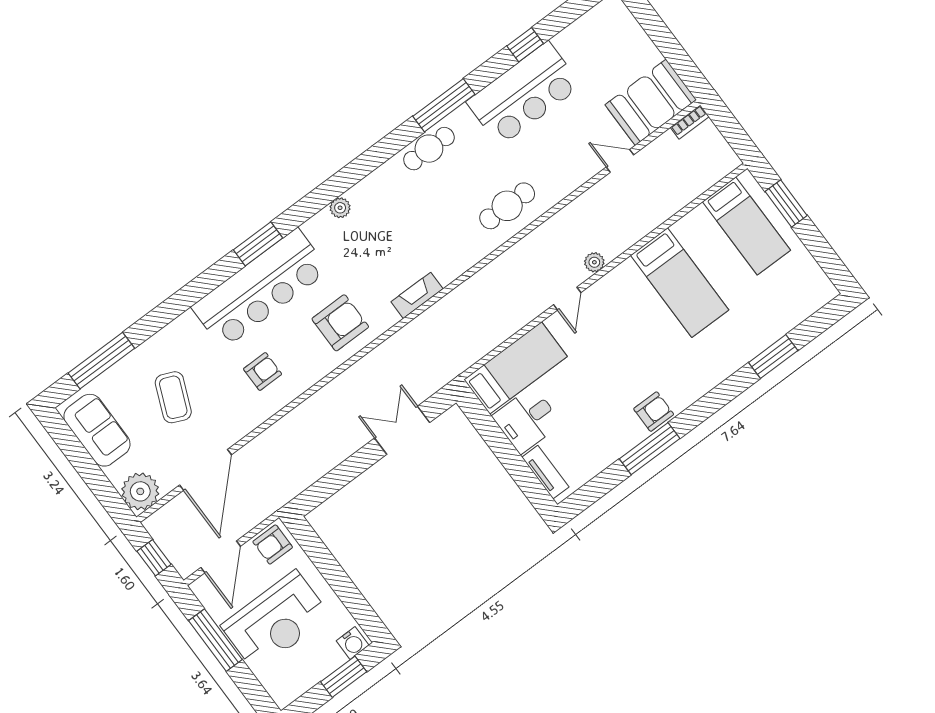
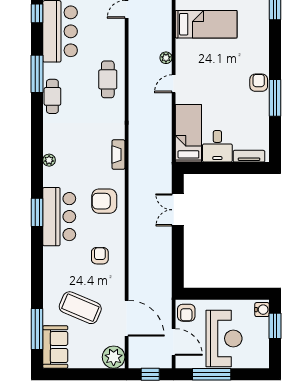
bar counter: (260, 289) -> (59, 217), width x0.73
door: (567, 299) -> (174, 84), swing flipped
armchair: (340, 323) -> (104, 201), turned -90
coffee table: (173, 397) -> (80, 308), width x1.36, depth x1.32
sofa: (97, 430) -> (55, 347), moved, turned 90

